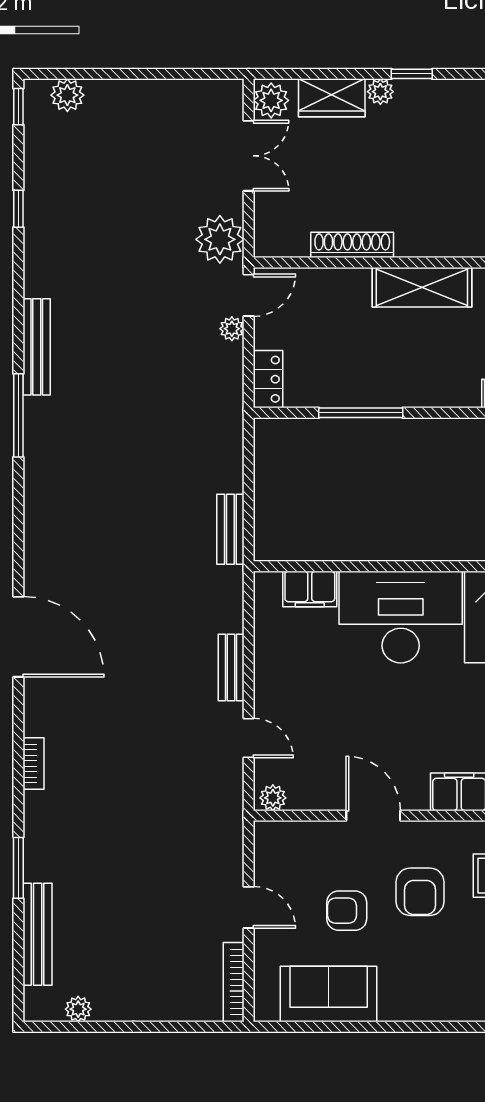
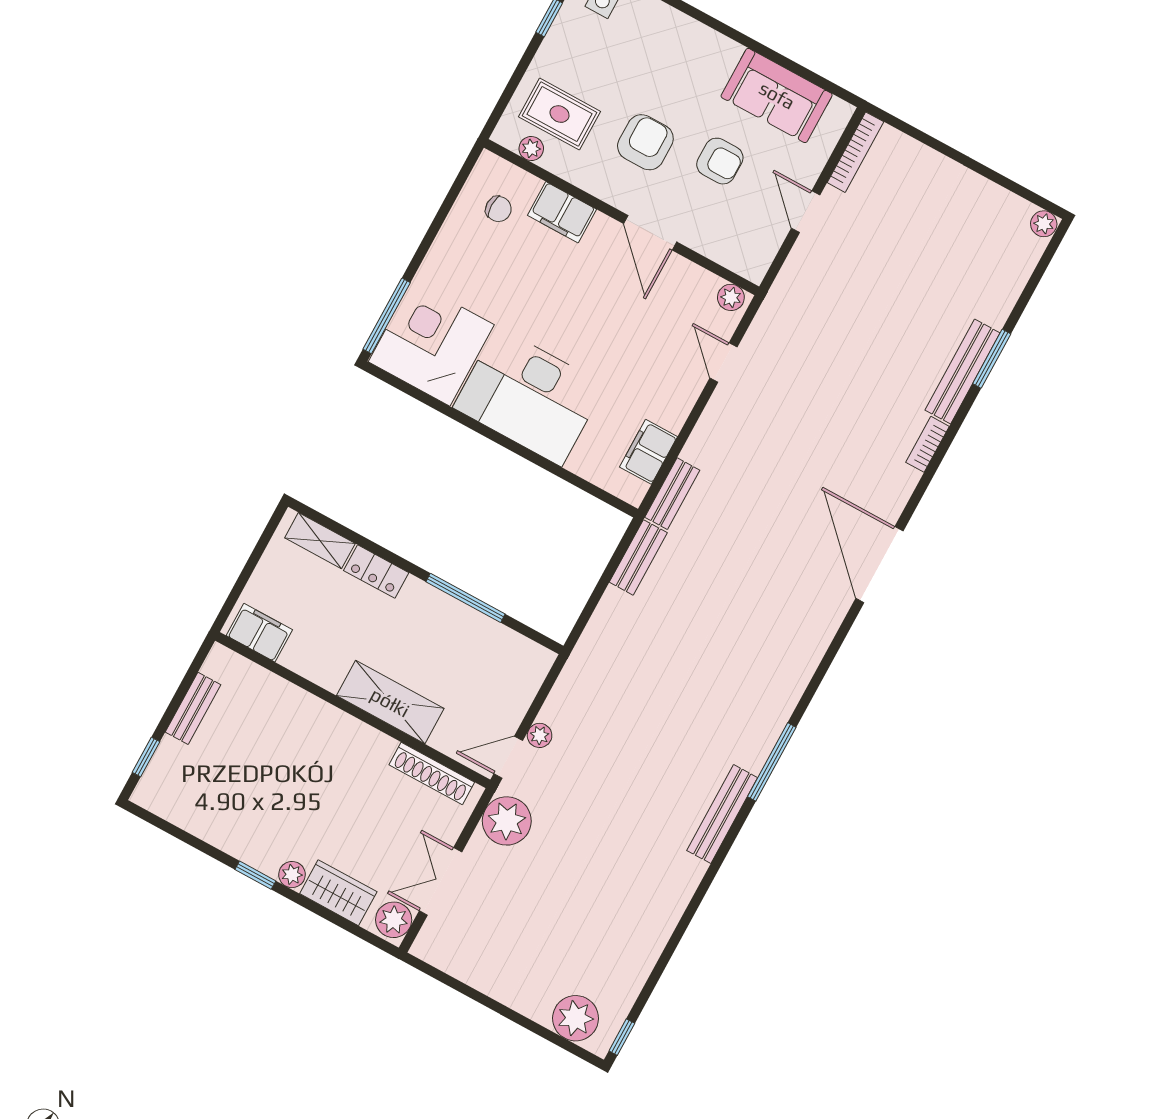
plant: (67, 95) -> (576, 1018), width x1.36, depth x1.36
window: (18, 209) -> (671, 946), removed
shoe rack: (352, 245) -> (432, 774), moved
shelving: (422, 287) -> (390, 702), moved
locker: (268, 379) -> (376, 572), moved, turned -90
filing cabinet: (310, 589) -> (648, 452), moved, turned -90
bench: (231, 667) -> (672, 494), moved
bench: (38, 934) -> (963, 372), moved
plant: (78, 1009) -> (1044, 224), moved

